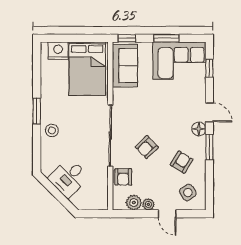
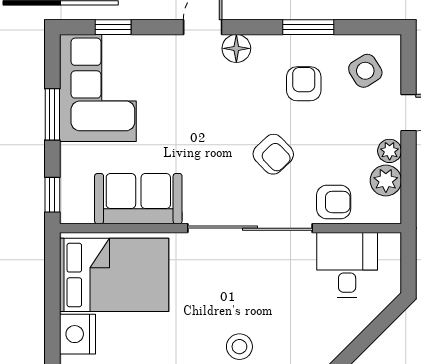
sofa: (125, 66) -> (138, 199), moved
window: (209, 147) -> (308, 27), moved
armchair: (182, 162) -> (304, 84), turned 58
desk: (69, 178) -> (347, 265), moved, turned -135

